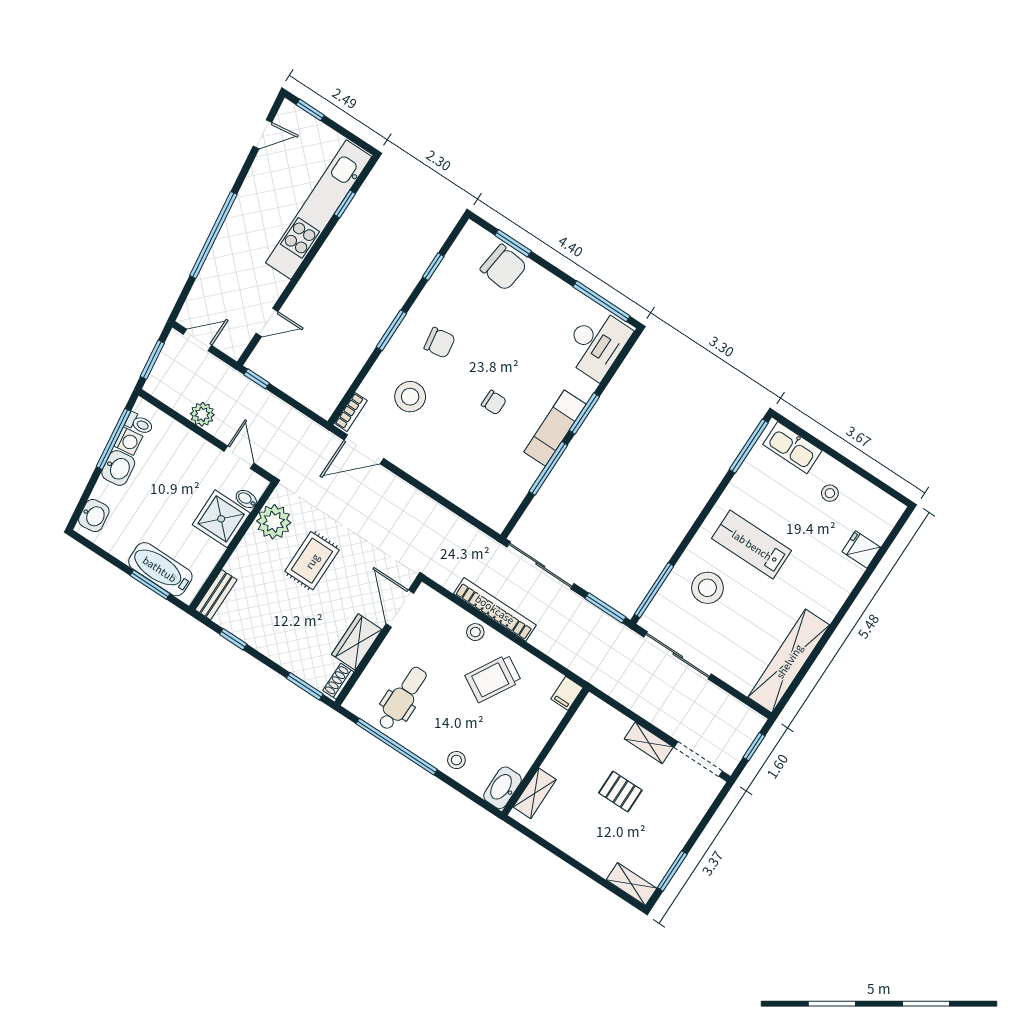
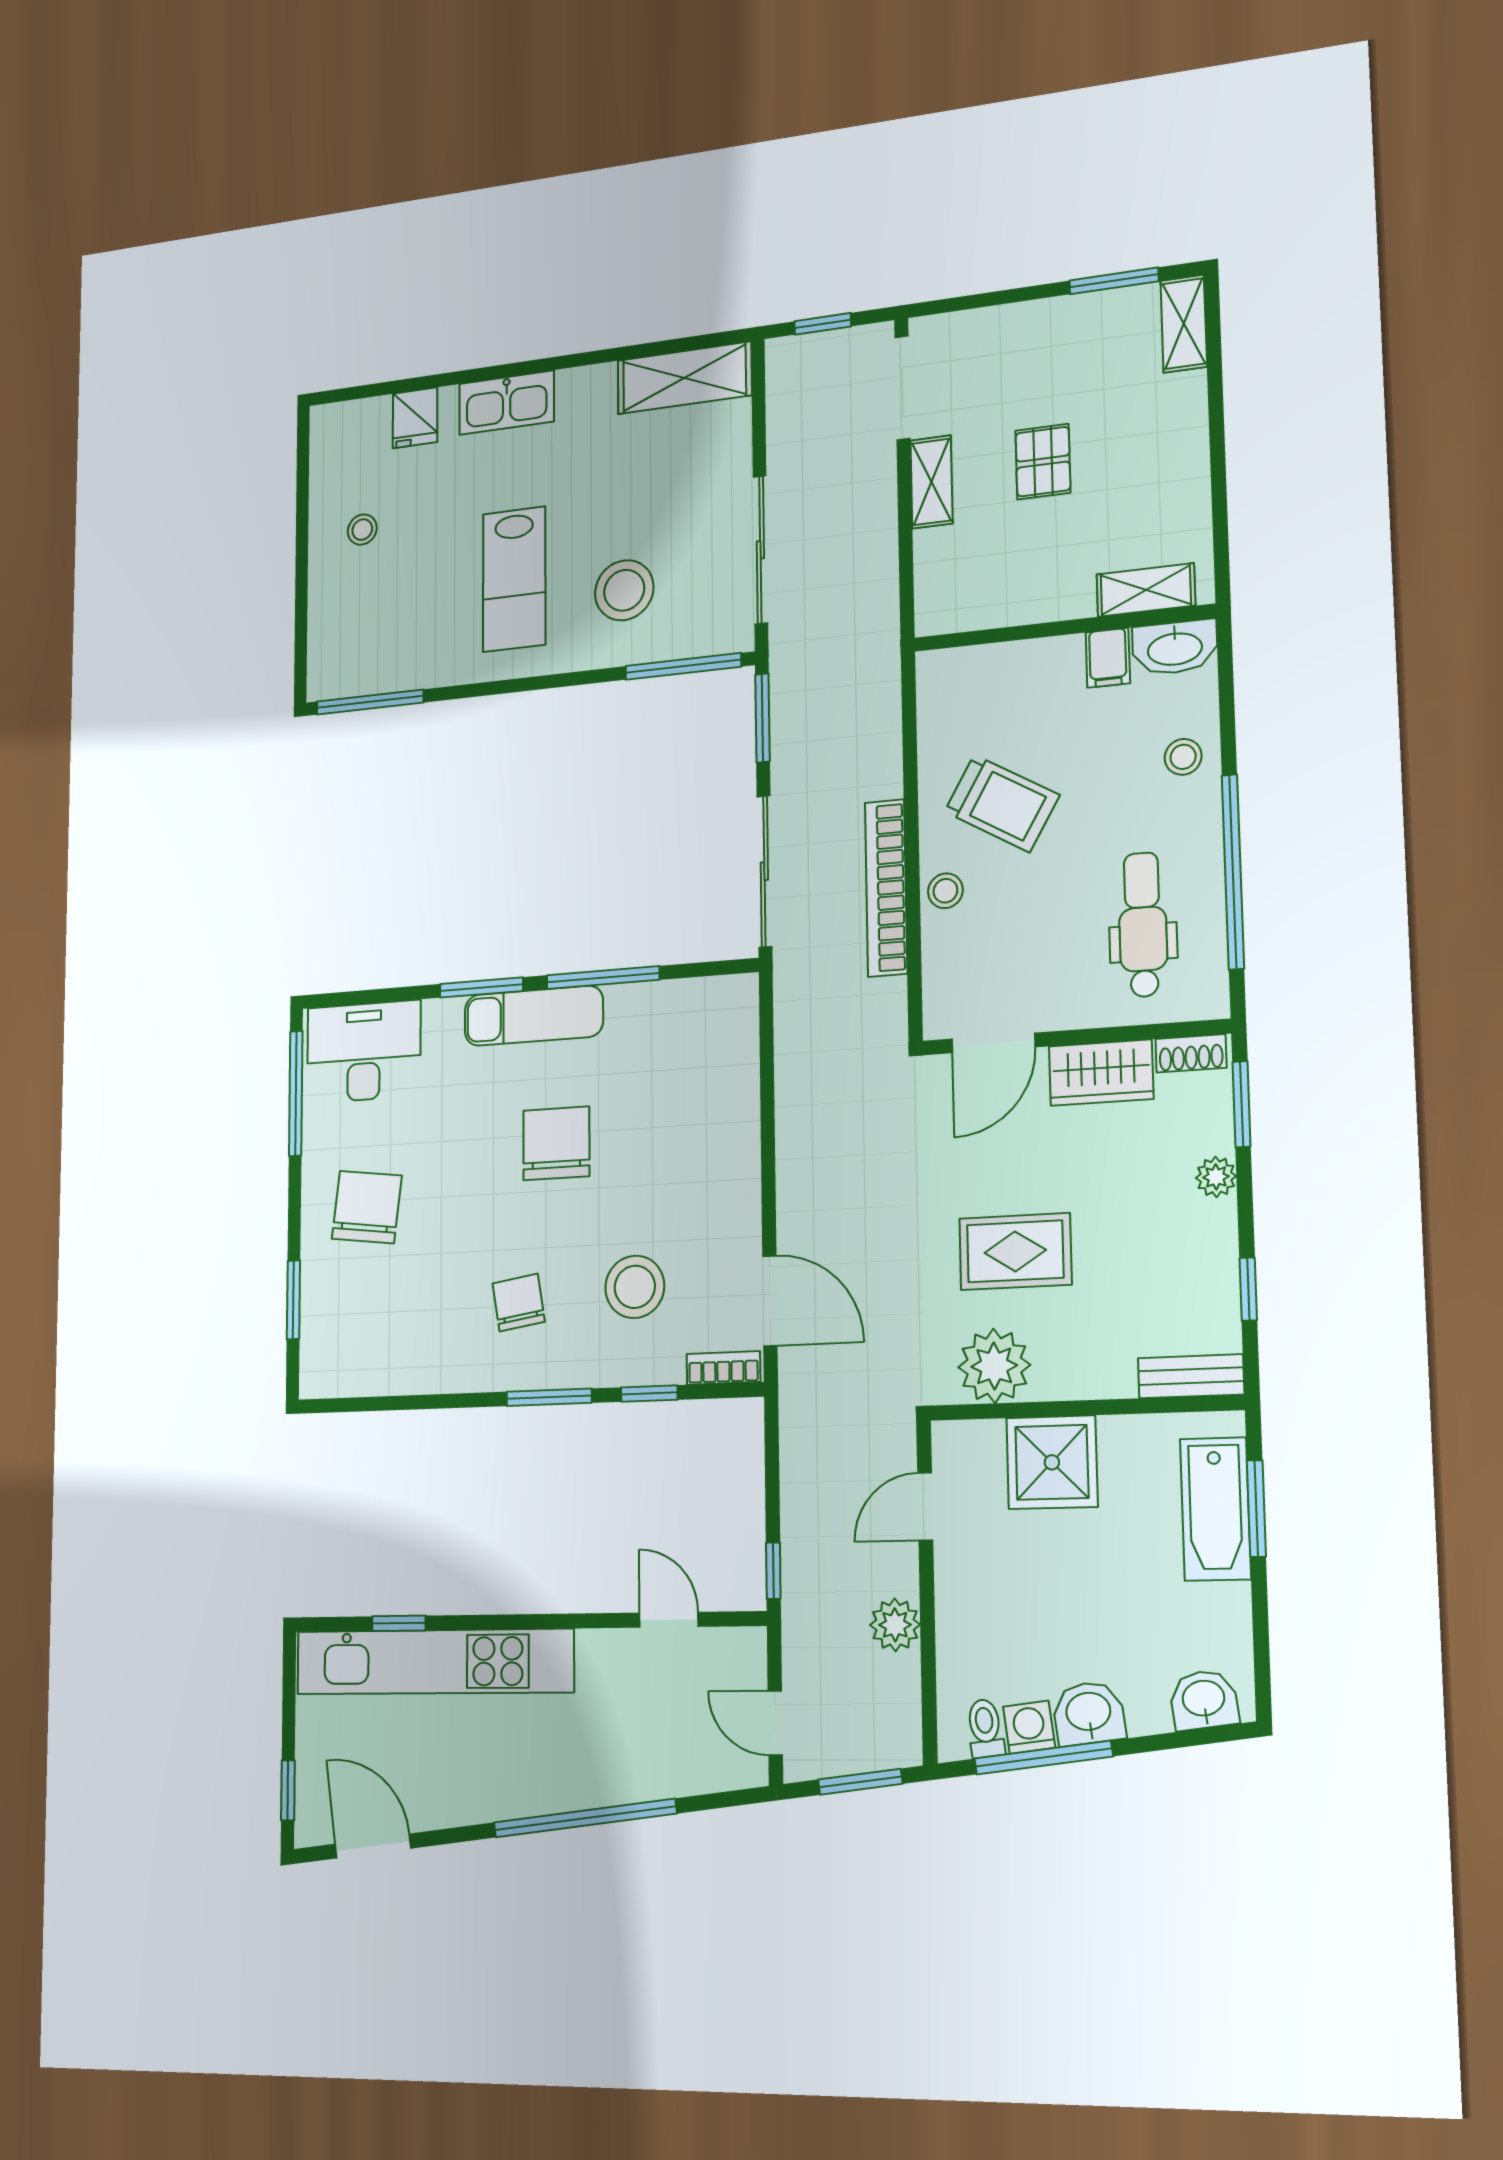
door: (263, 134) -> (373, 1846), width x1.38
window: (433, 267) -> (649, 1394), moved
chair: (504, 268) -> (367, 1207), moved
chair: (494, 402) -> (556, 1143), width x1.87, depth x1.87
kitchen sink: (792, 448) -> (507, 403), moved, turned 90
bidet: (246, 499) -> (988, 1442), removed
plant: (284, 657) -> (1216, 1177), added
shelving: (789, 661) -> (684, 378), width x0.68
filing cabinet: (567, 693) -> (1108, 658), moved, turned 90
dental chair: (402, 698) -> (1143, 925), turned 90

